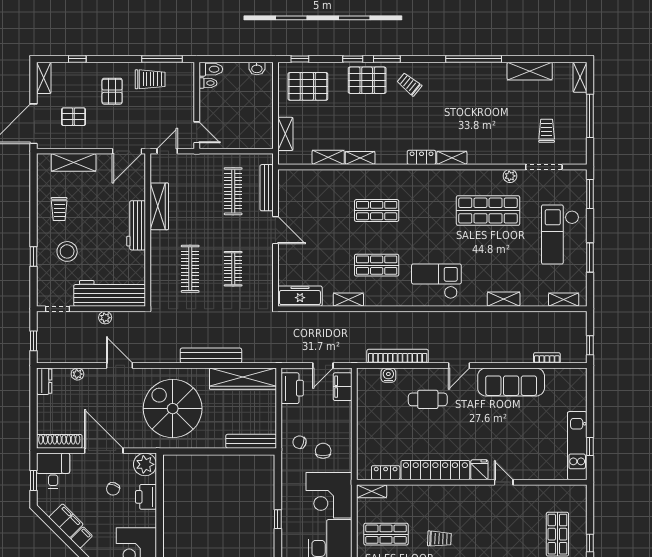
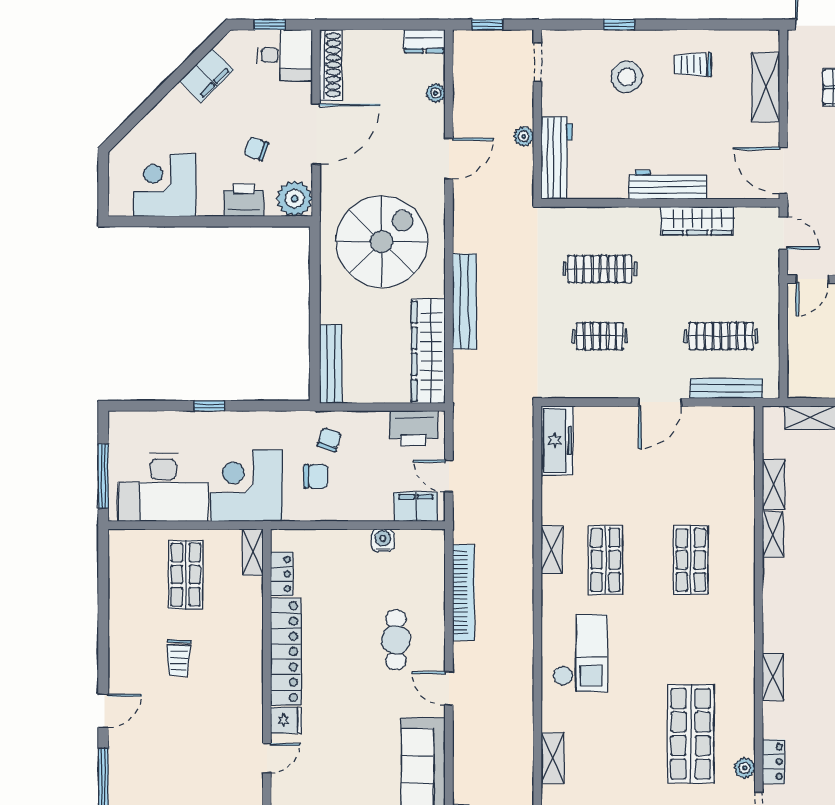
locker: (422, 157) -> (774, 762), moved
workbench: (110, 293) -> (556, 158), width x0.73, depth x0.76
shelving: (348, 300) -> (552, 550), moved
water cooler: (388, 375) -> (383, 540), moved, turned -90
filing cabinet: (82, 537) -> (181, 99), removed

